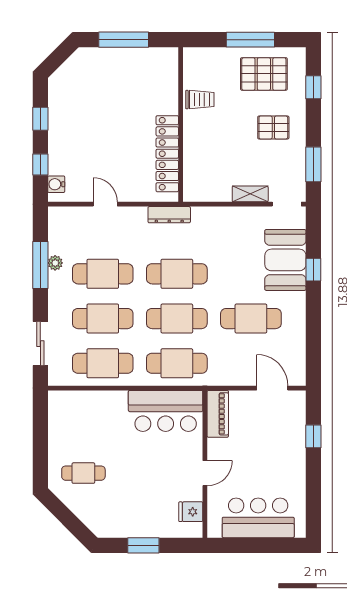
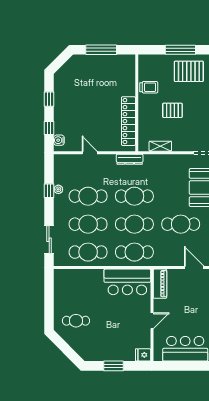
pallet: (273, 127) -> (172, 110), moved
shelving: (250, 194) -> (160, 146), moved
window: (40, 265) -> (49, 191), width x0.46
fridge: (191, 512) -> (143, 355), moved

